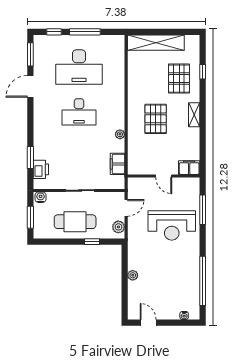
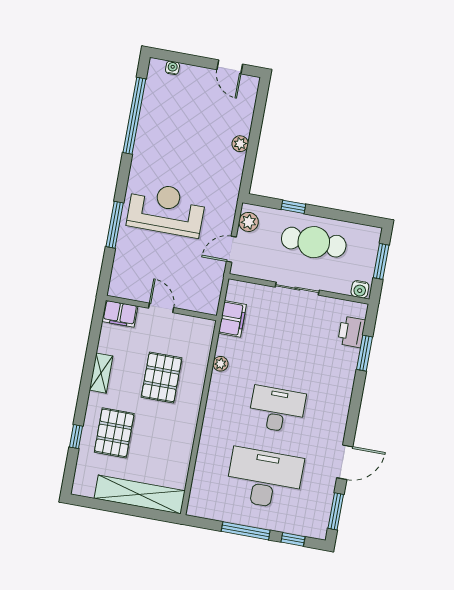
filing cabinet: (189, 168) -> (120, 314), moved
door: (164, 176) -> (161, 308), moved
wall: (164, 176) -> (161, 308), moved

